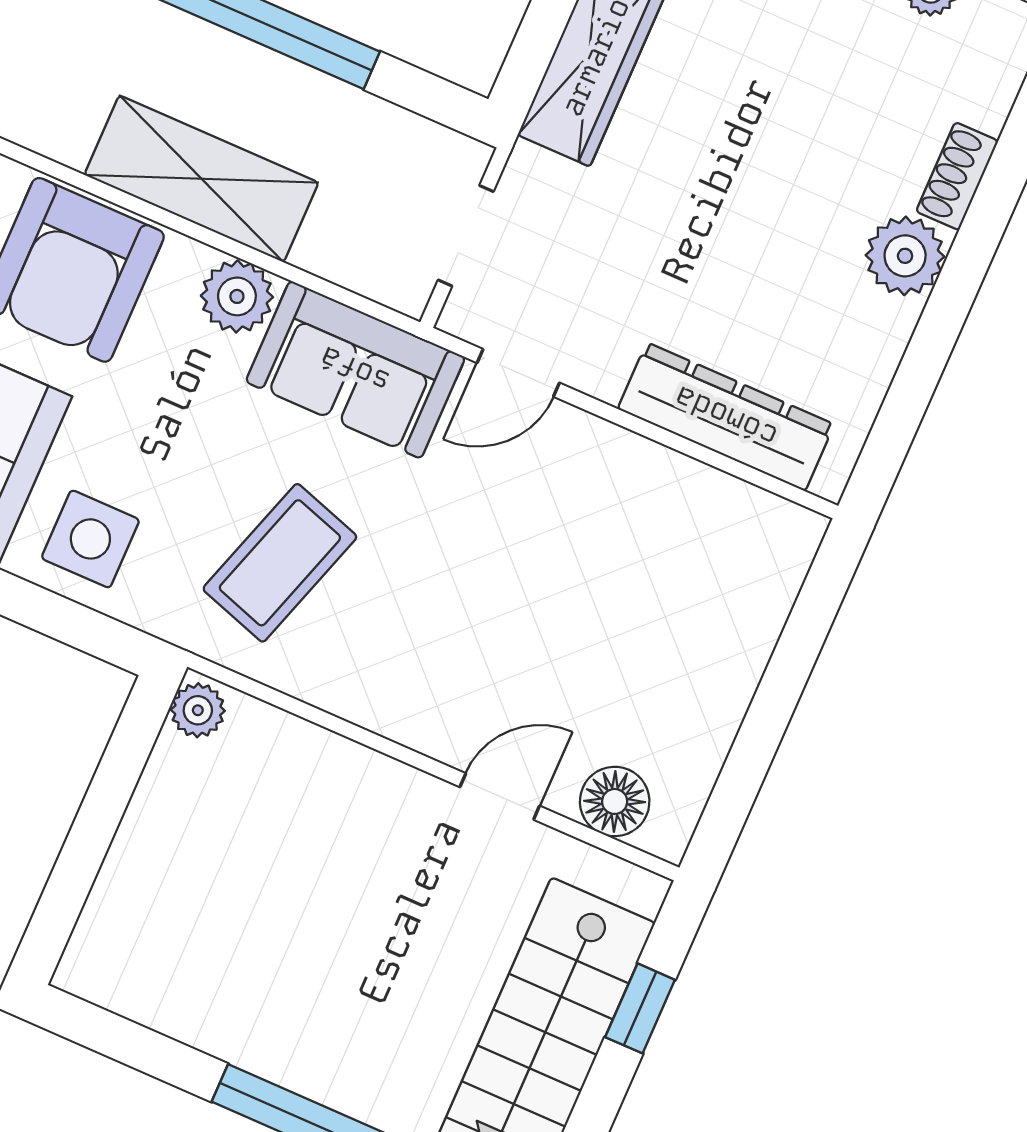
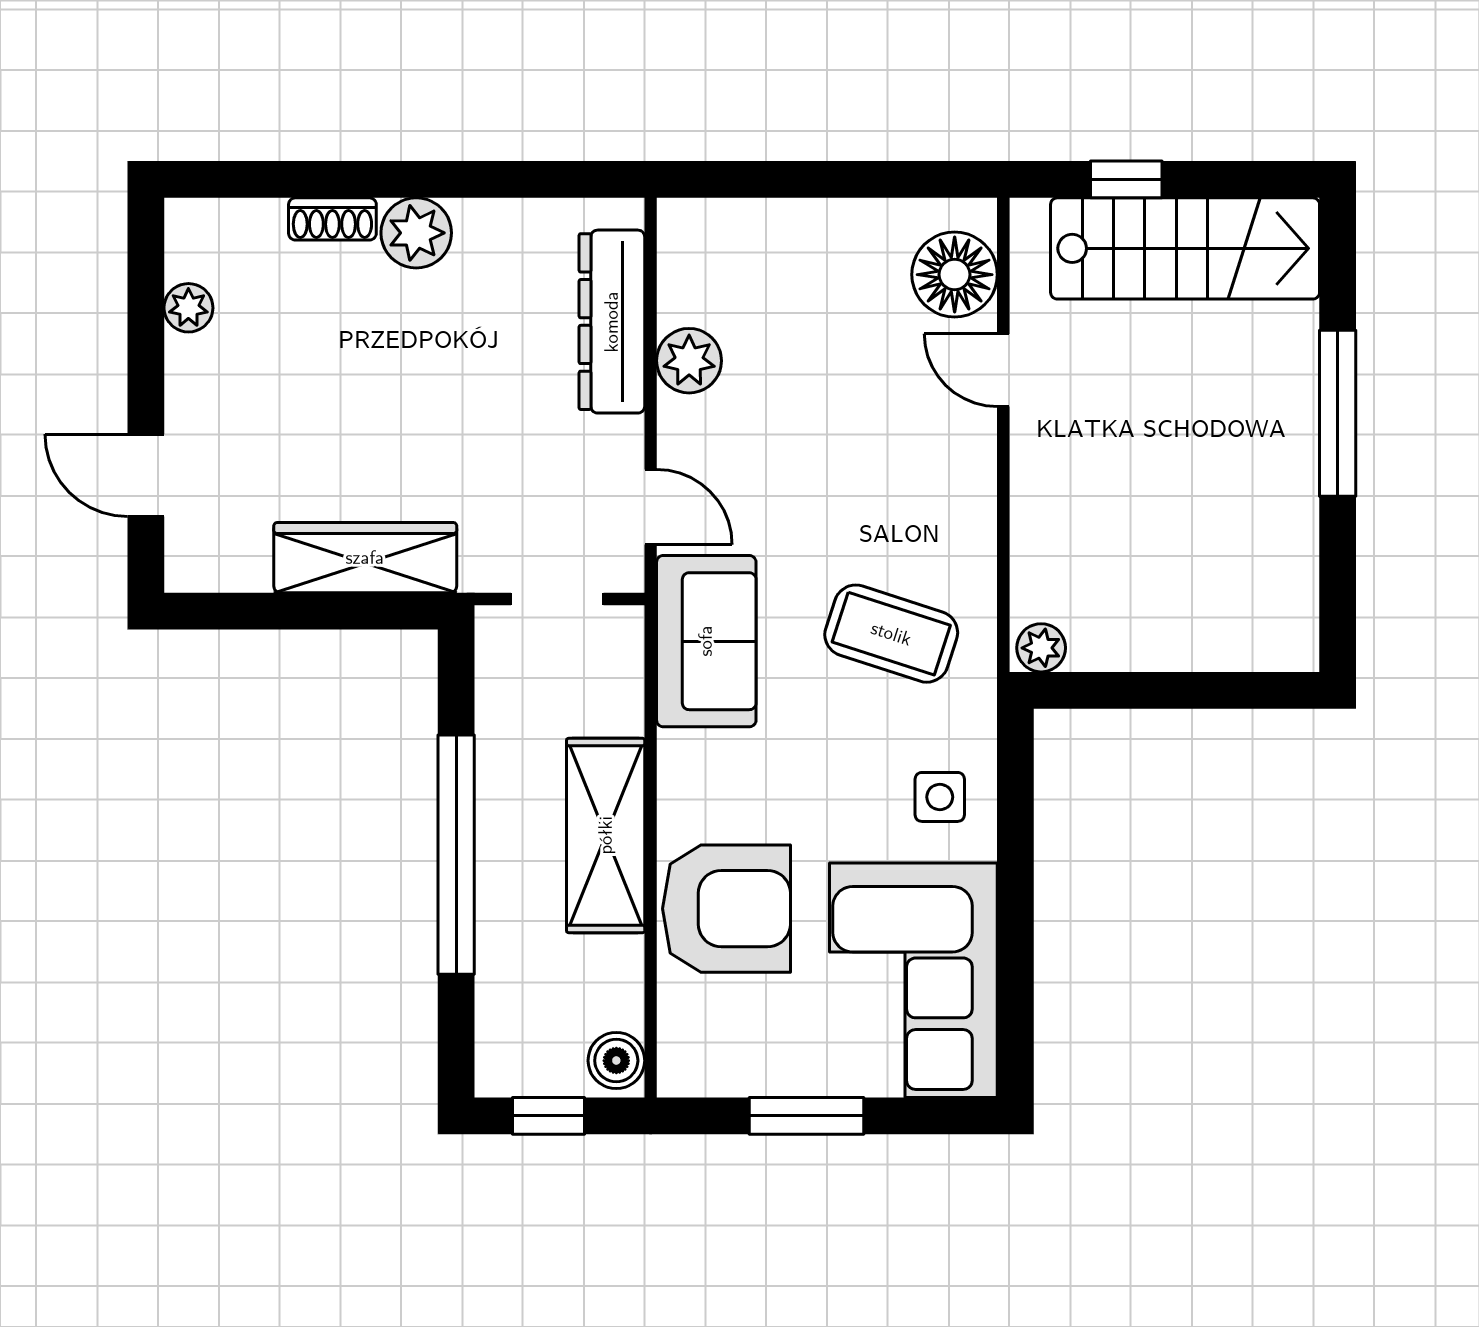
plant: (237, 296) -> (689, 361), moved
side table: (90, 539) -> (940, 797), width x0.73, depth x0.73
floor lamp: (615, 801) -> (955, 275), width x1.38, depth x1.38

